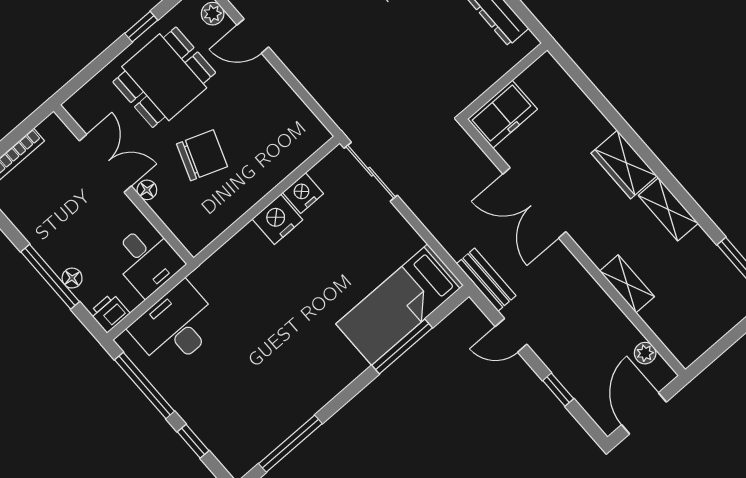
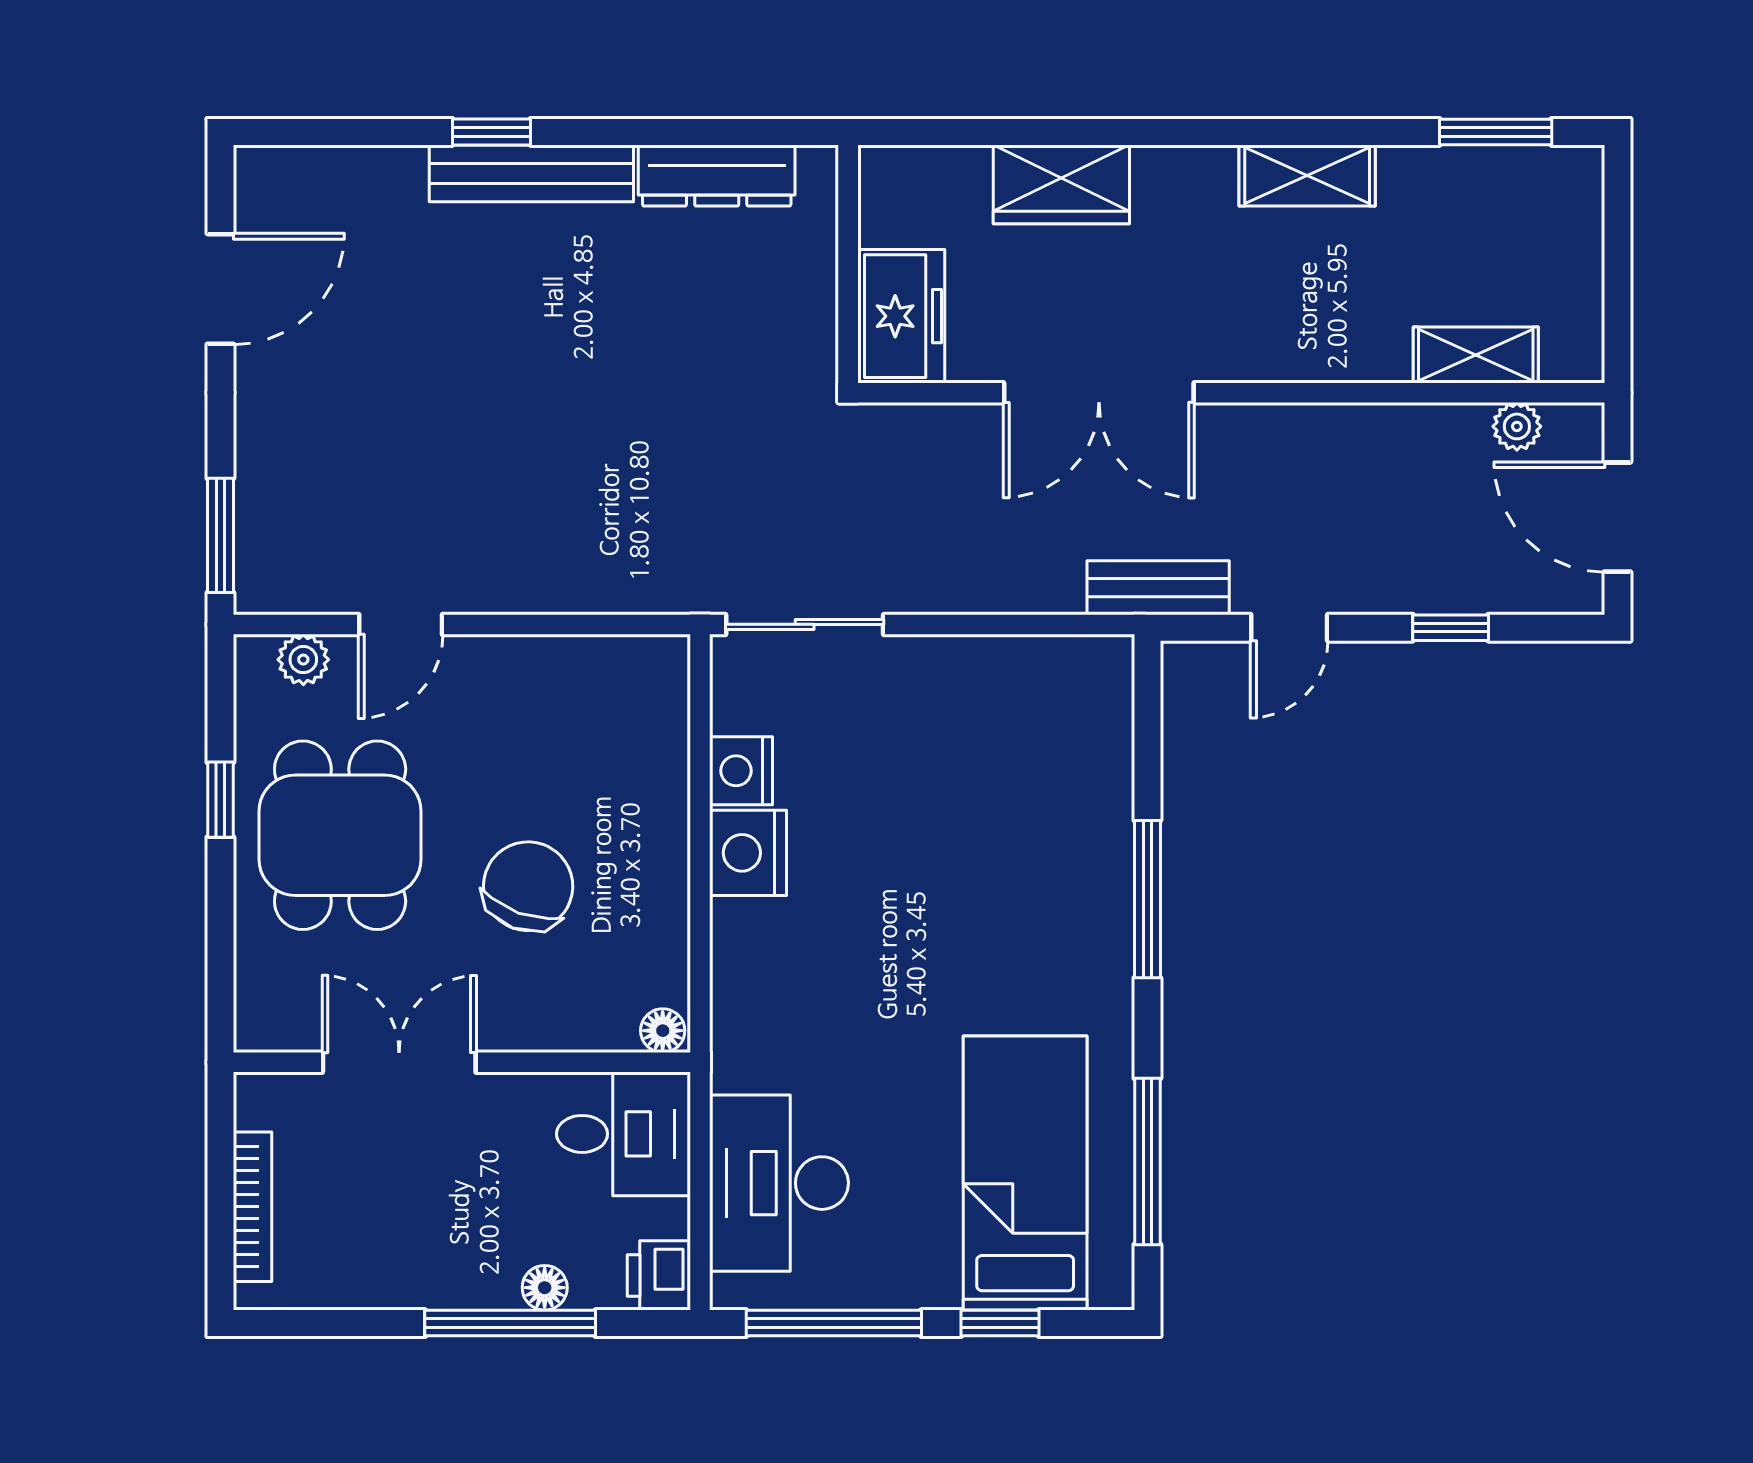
wardrobe: (624, 165) -> (1061, 184), moved
floor lamp: (147, 190) -> (663, 1031), moved
shelving: (627, 284) -> (1476, 355), moved
bed: (400, 305) -> (1025, 1173), moved, turned 180
window: (402, 347) -> (1147, 899), moved

